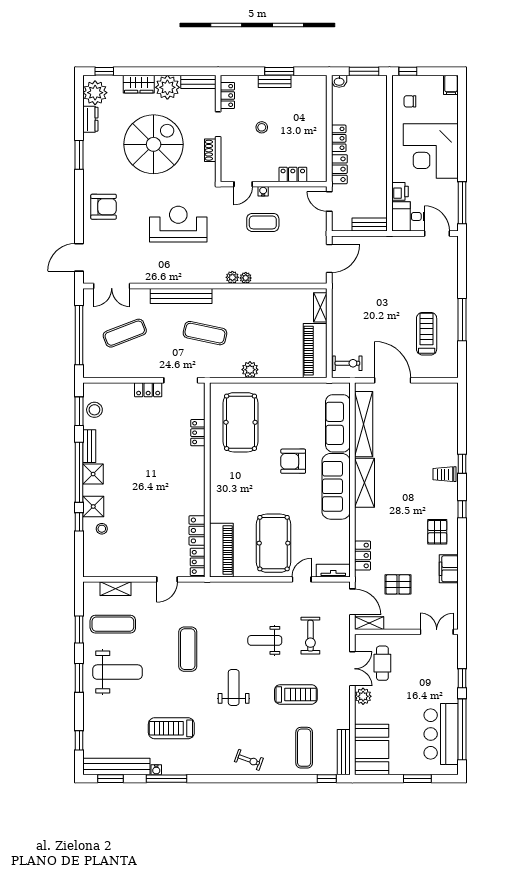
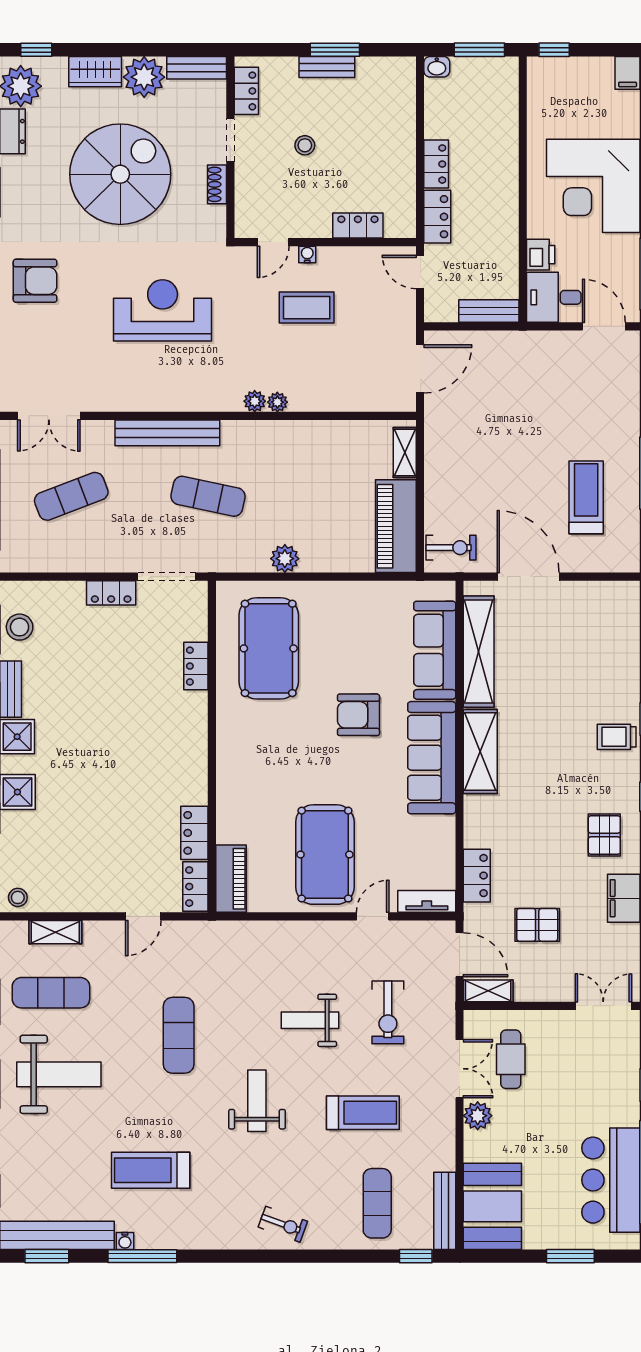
chair: (410, 101) -> (558, 101), removed
stool: (102, 529) -> (18, 897), moved
piano: (221, 550) -> (231, 879), width x0.73, depth x0.75

